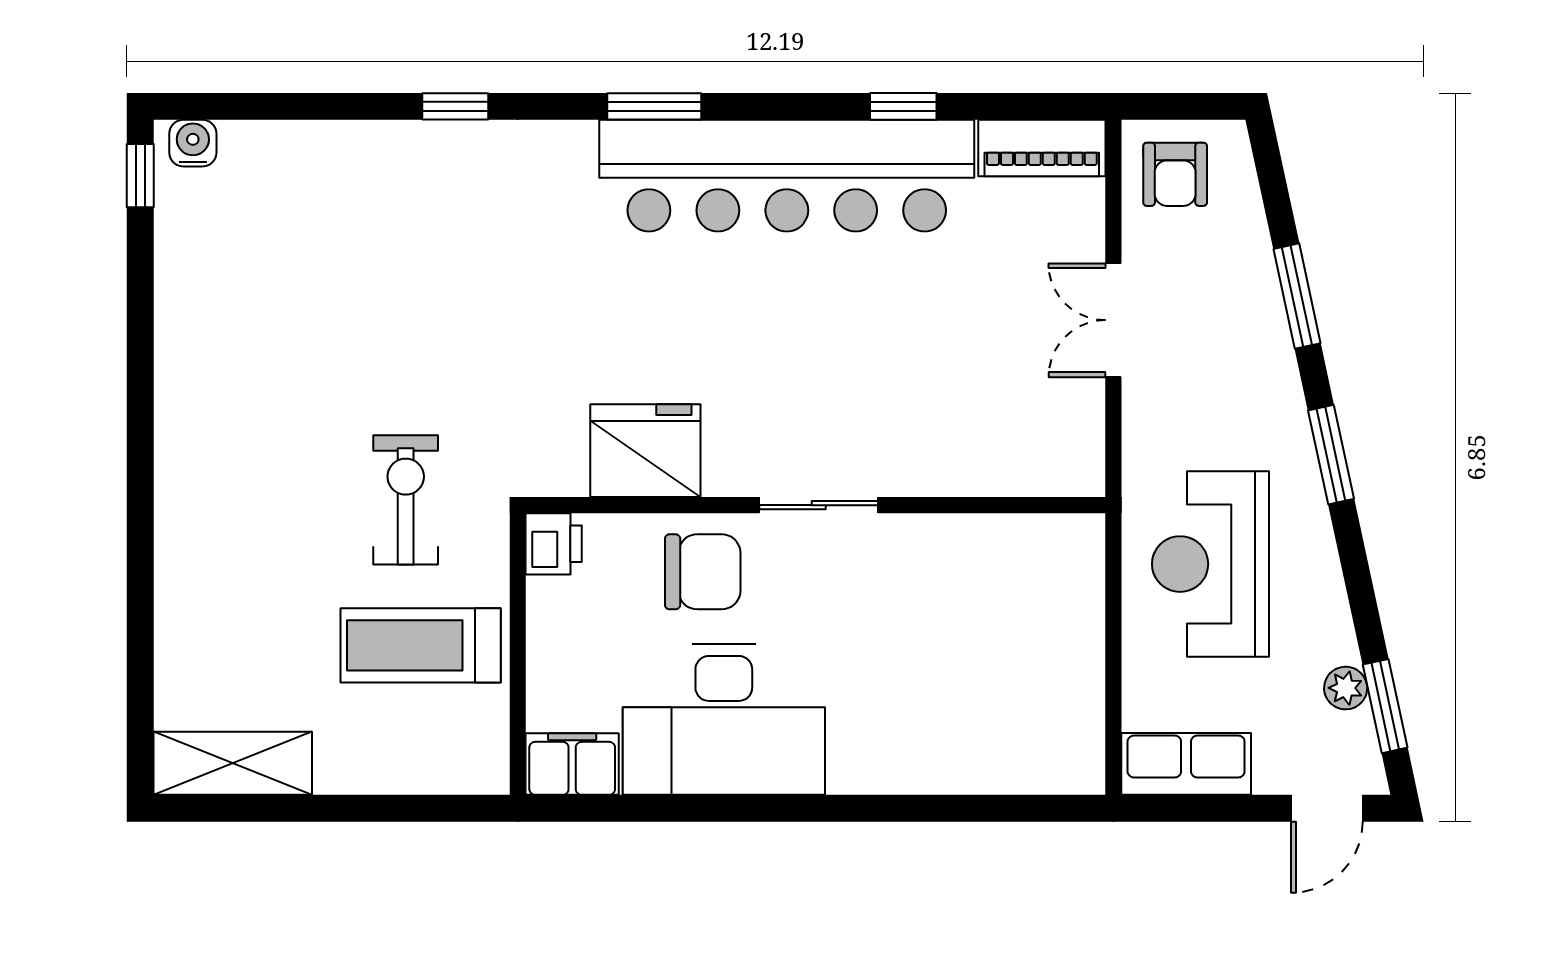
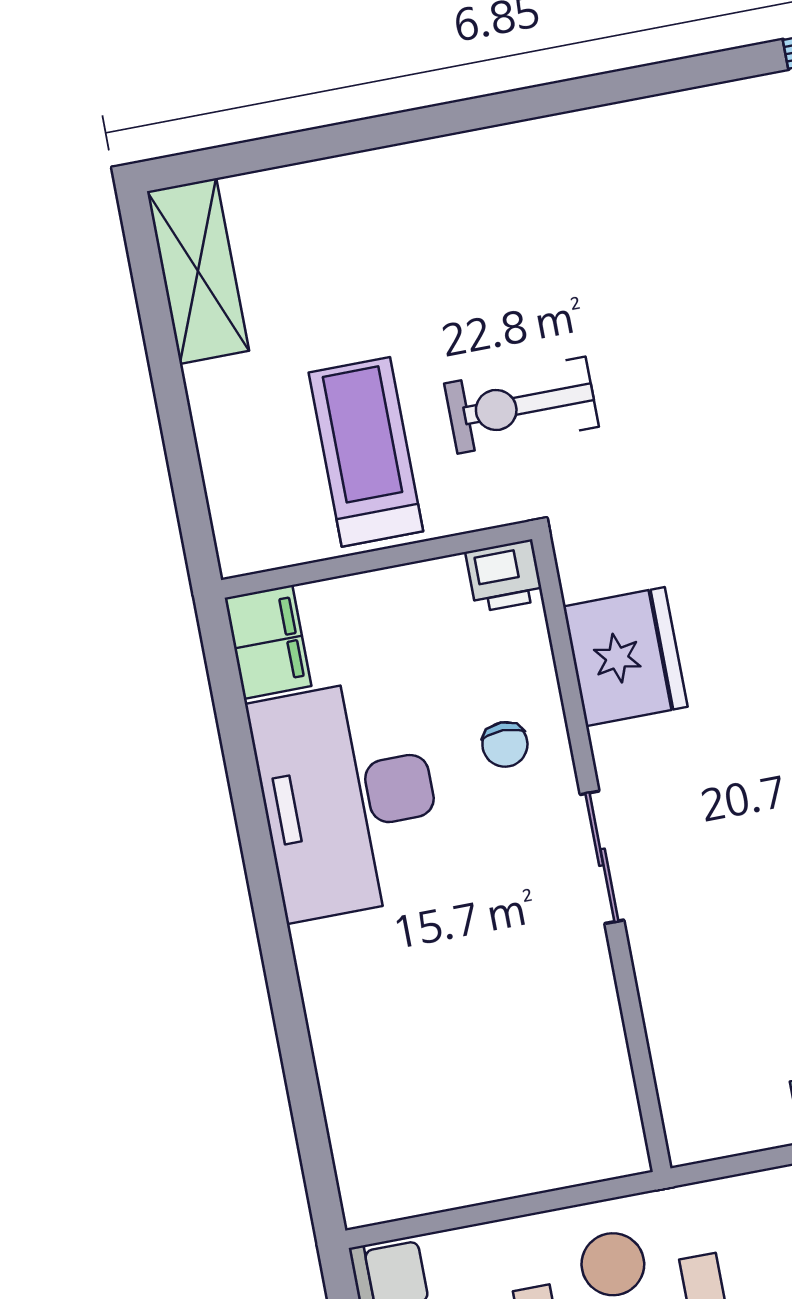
exercise bike: (406, 500) -> (522, 405), turned 180
chair: (703, 572) -> (505, 744), width x0.54, depth x0.54

